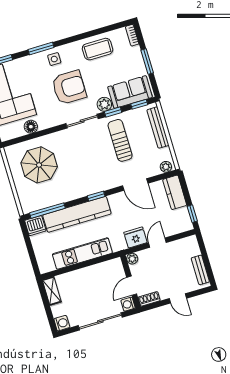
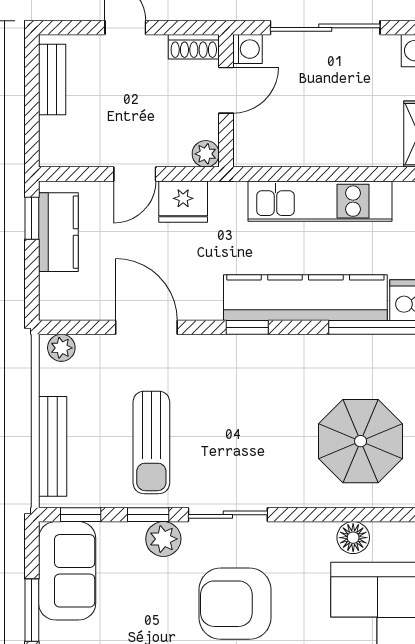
sofa: (130, 92) -> (67, 571), moved, turned -90
kitchen counter: (175, 192) -> (58, 232), moved

